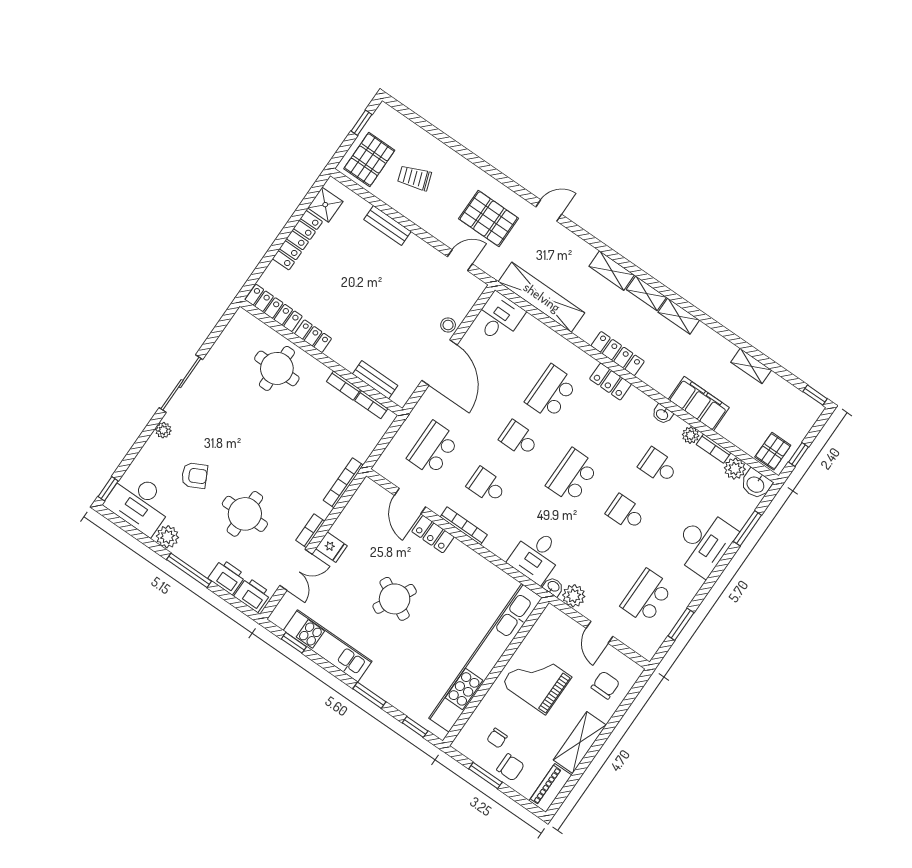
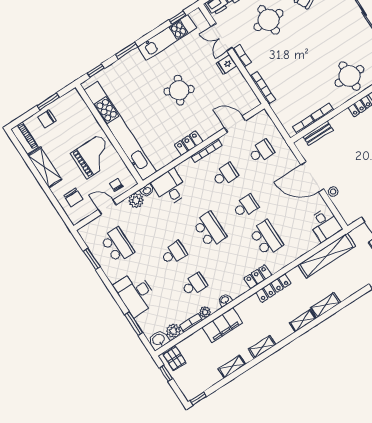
shelving: (679, 316) -> (262, 347), moved
school desk: (433, 449) -> (261, 152), width x0.54
locker: (433, 534) -> (189, 143), moved
chair: (497, 738) -> (116, 185), moved

